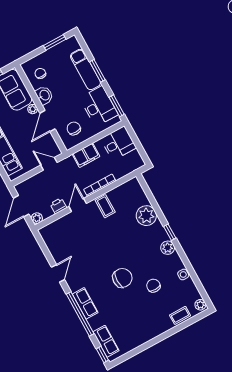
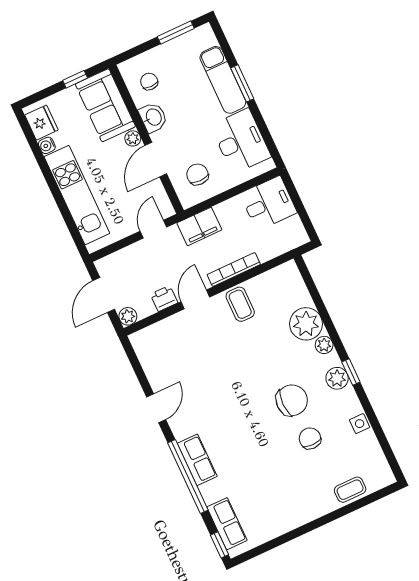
window: (117, 106) -> (270, 142), removed
filing cabinet: (86, 155) -> (199, 226), moved
door: (49, 164) -> (153, 229), hinge flipped
window: (170, 232) -> (351, 372), moved
chair: (122, 278) -> (292, 400), moved
plant: (200, 305) -> (324, 345), moved

